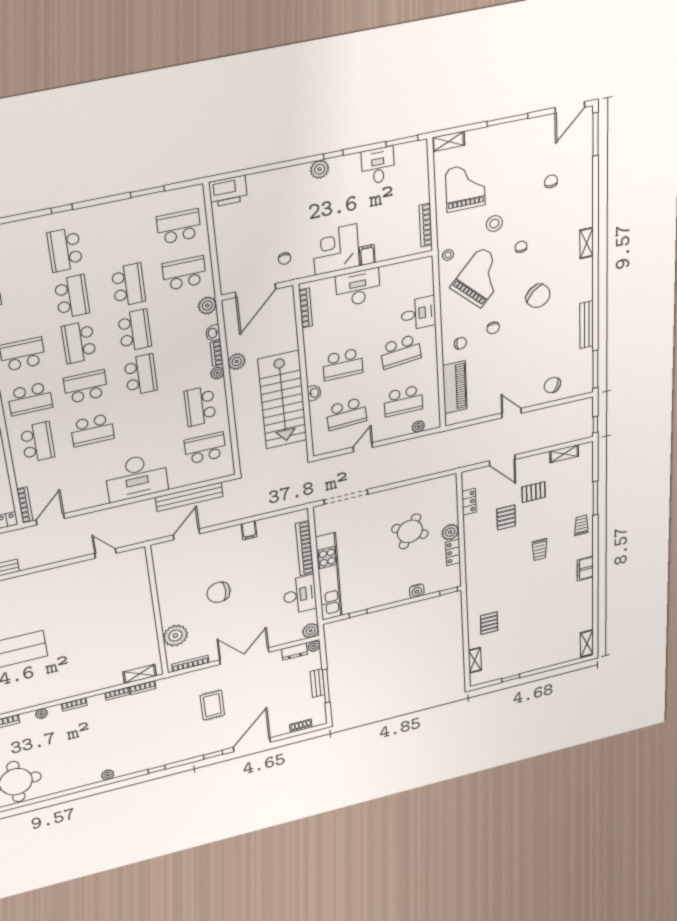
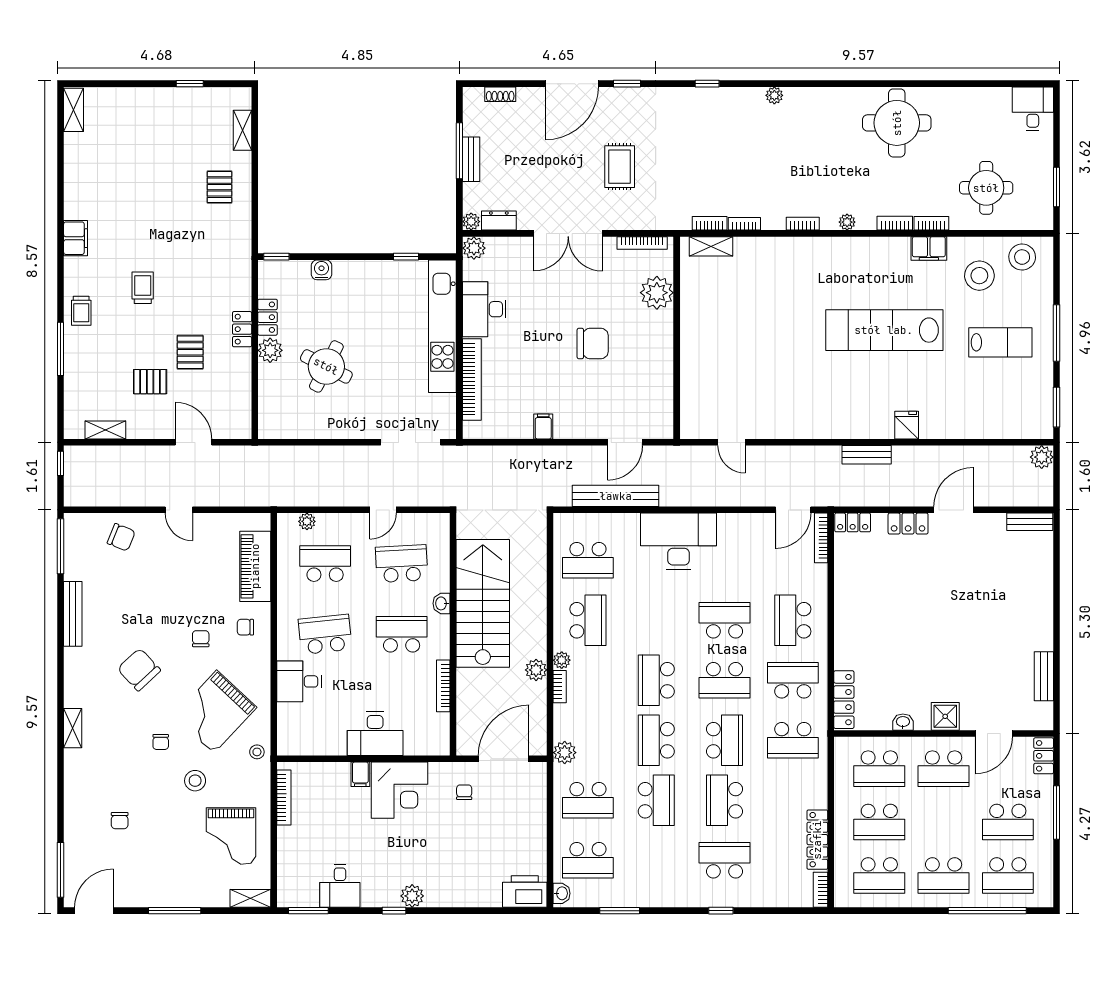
school desk: (65, 250) -> (725, 860), turned -90
school desk: (128, 285) -> (656, 800), turned 180
bookcase: (306, 308) -> (443, 686), moved
washbasin: (213, 333) -> (562, 893), moved
locker: (469, 502) -> (242, 329), moved

